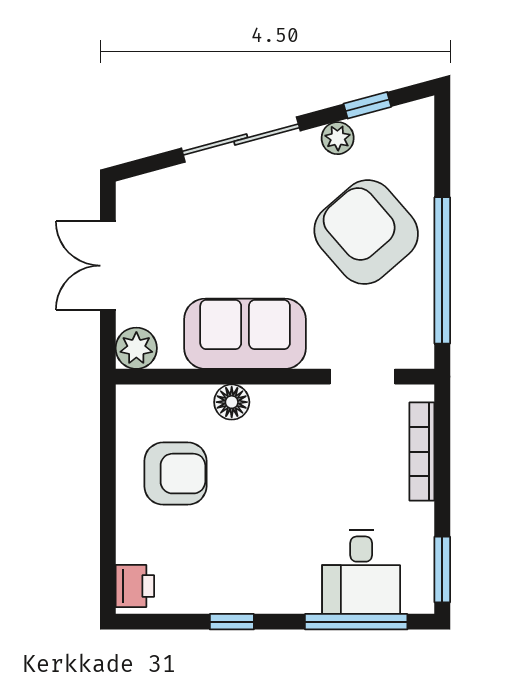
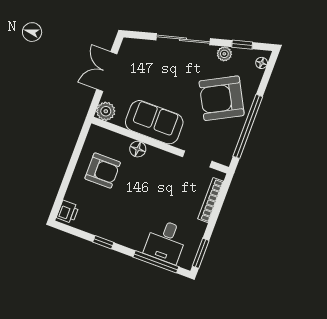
floor lamp: (422, 128) -> (262, 63), added
armchair: (366, 232) -> (222, 98), turned -77

